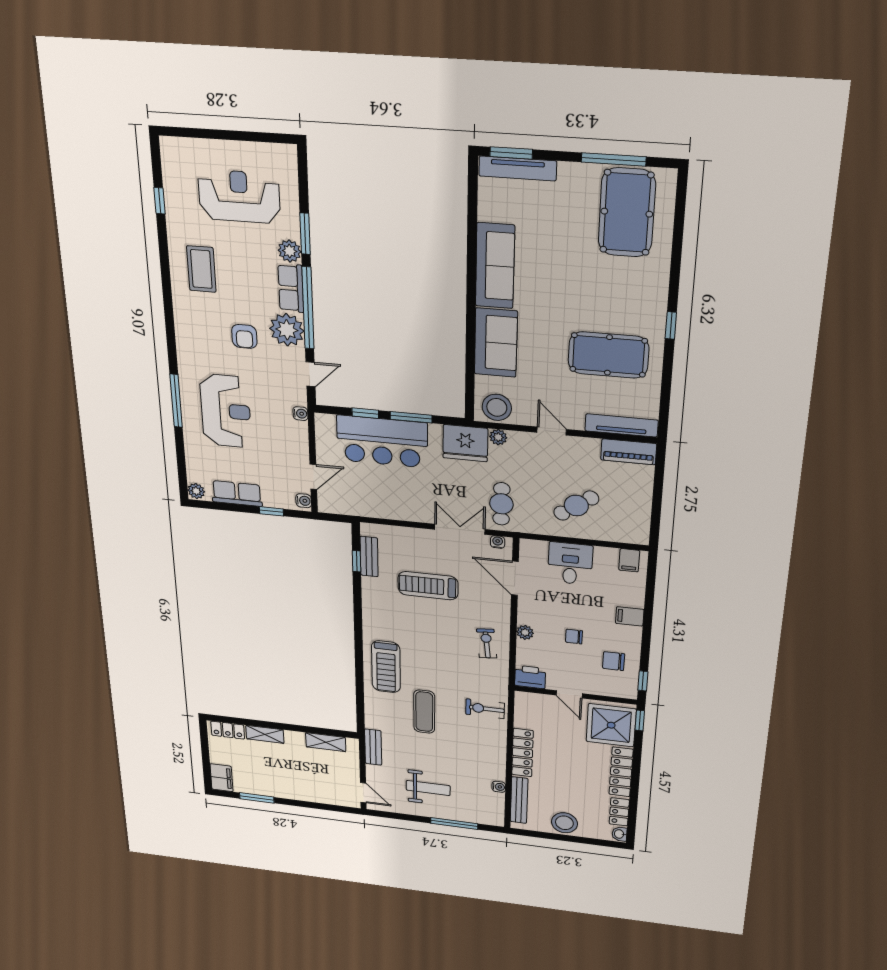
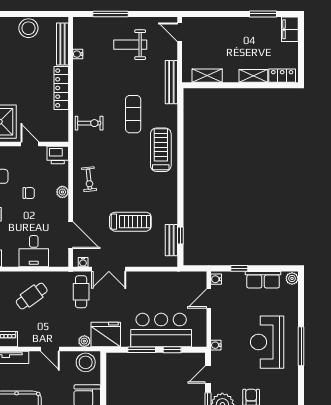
bench: (373, 747) -> (171, 82), width x1.36

